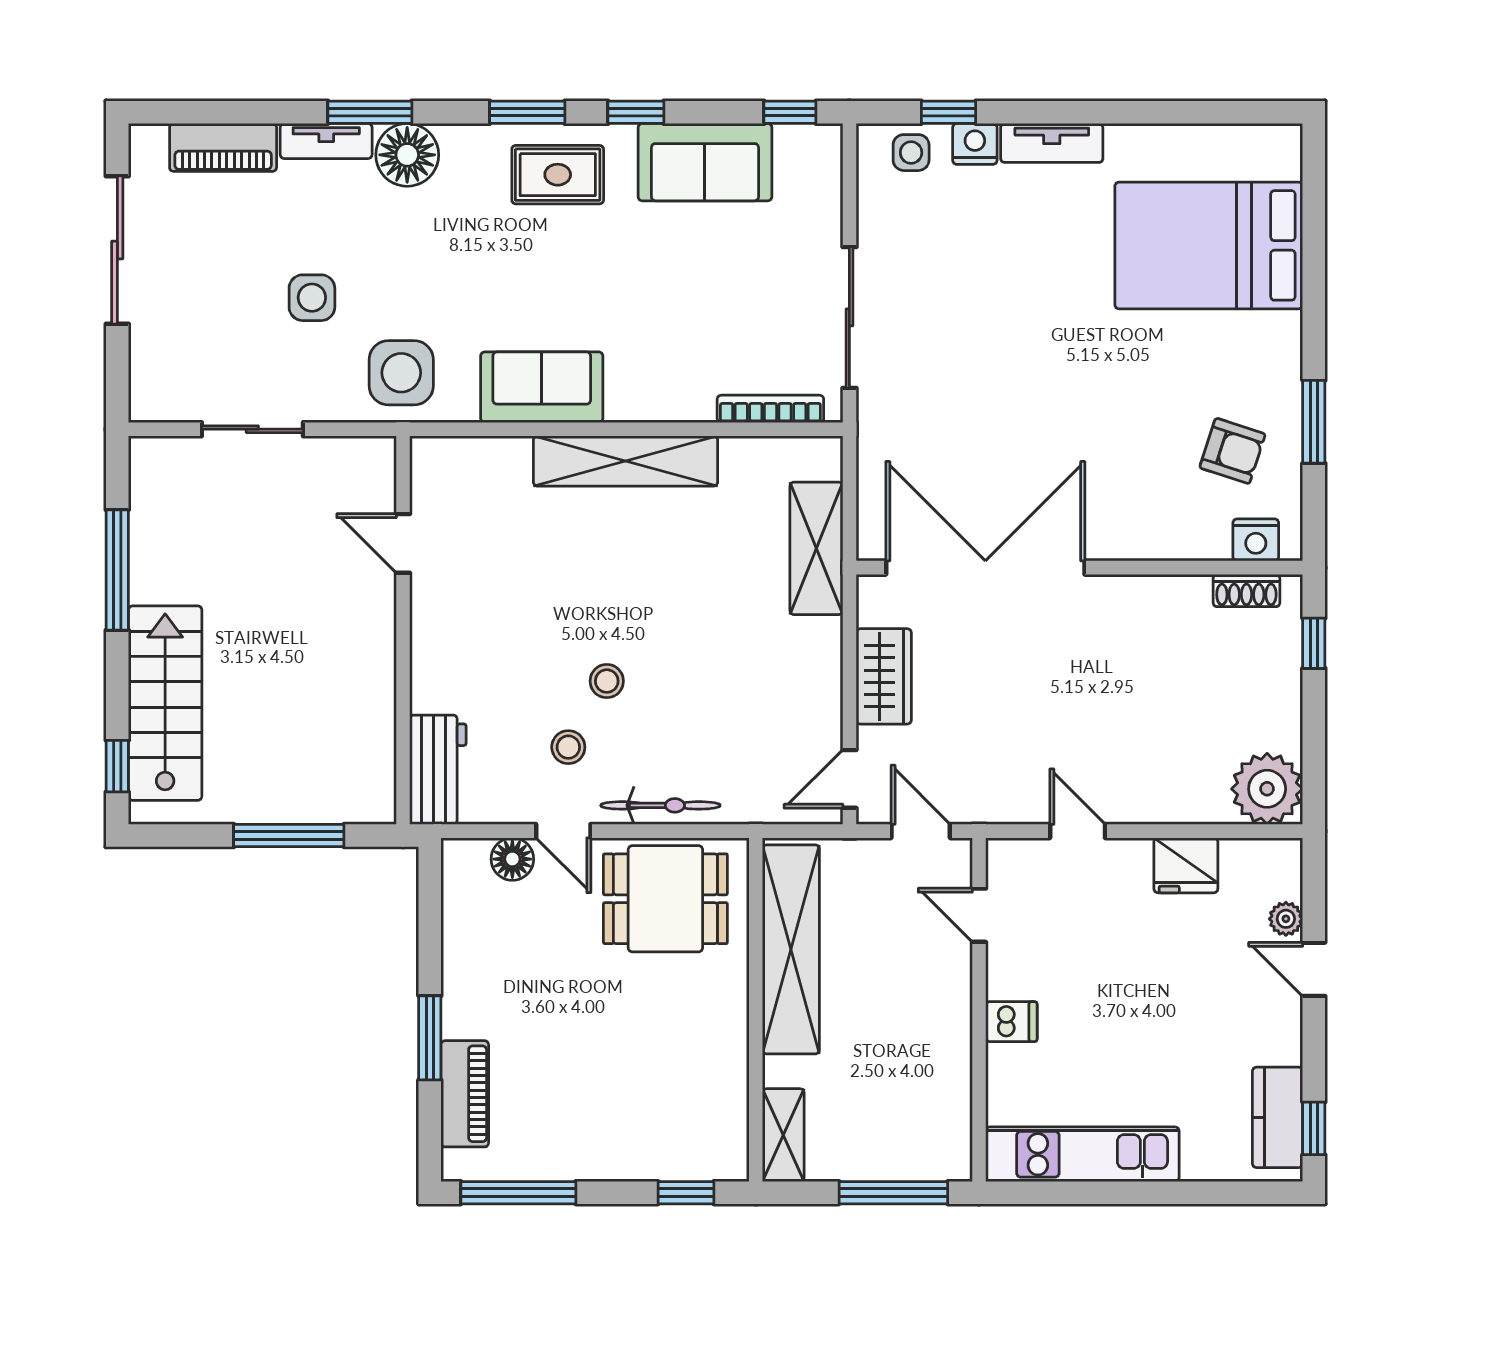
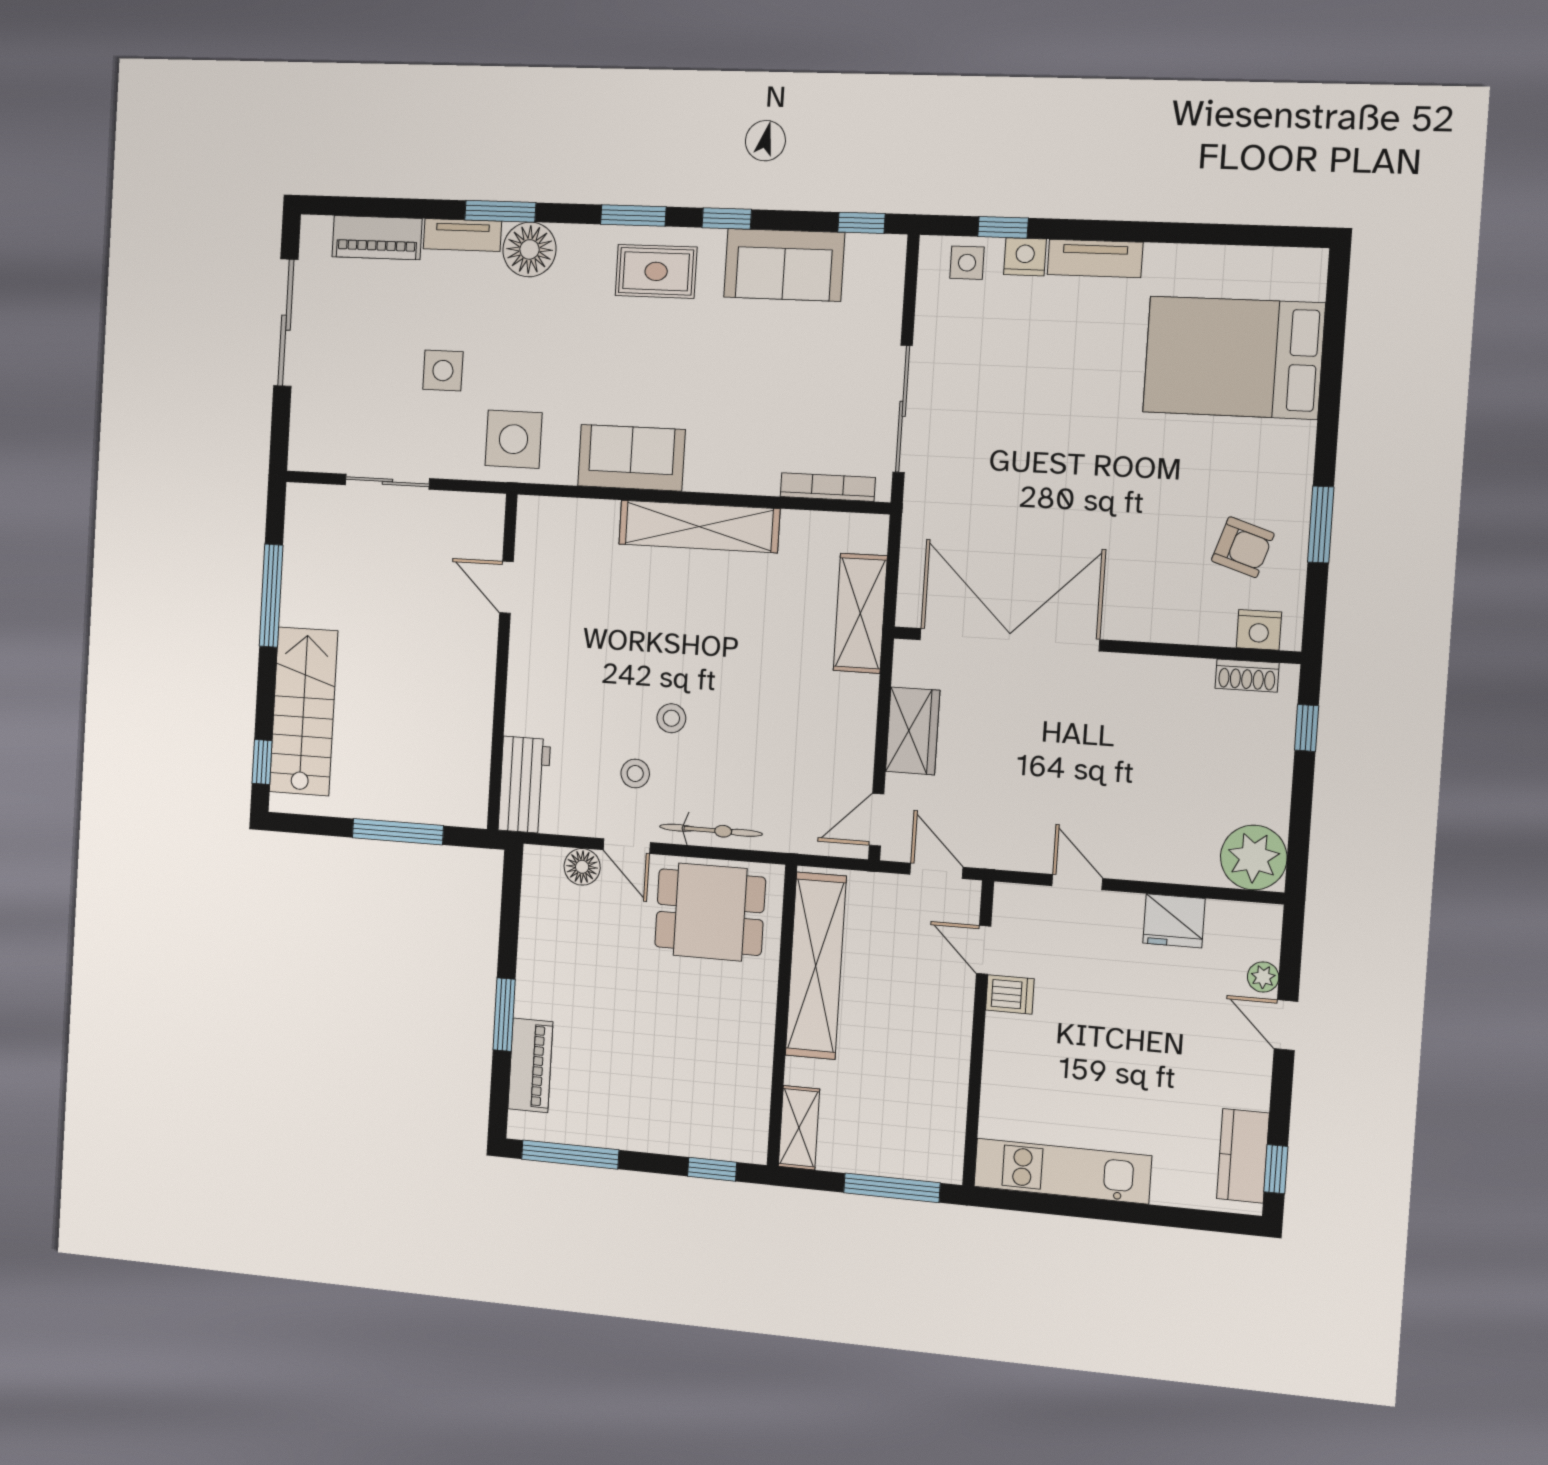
dishwasher: (1011, 1022) -> (1010, 994), moved

